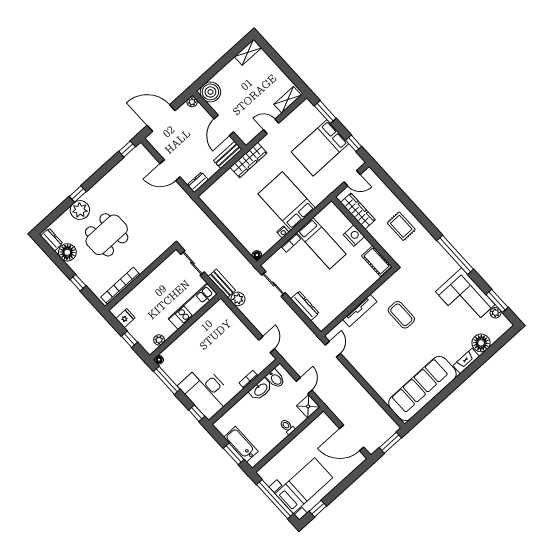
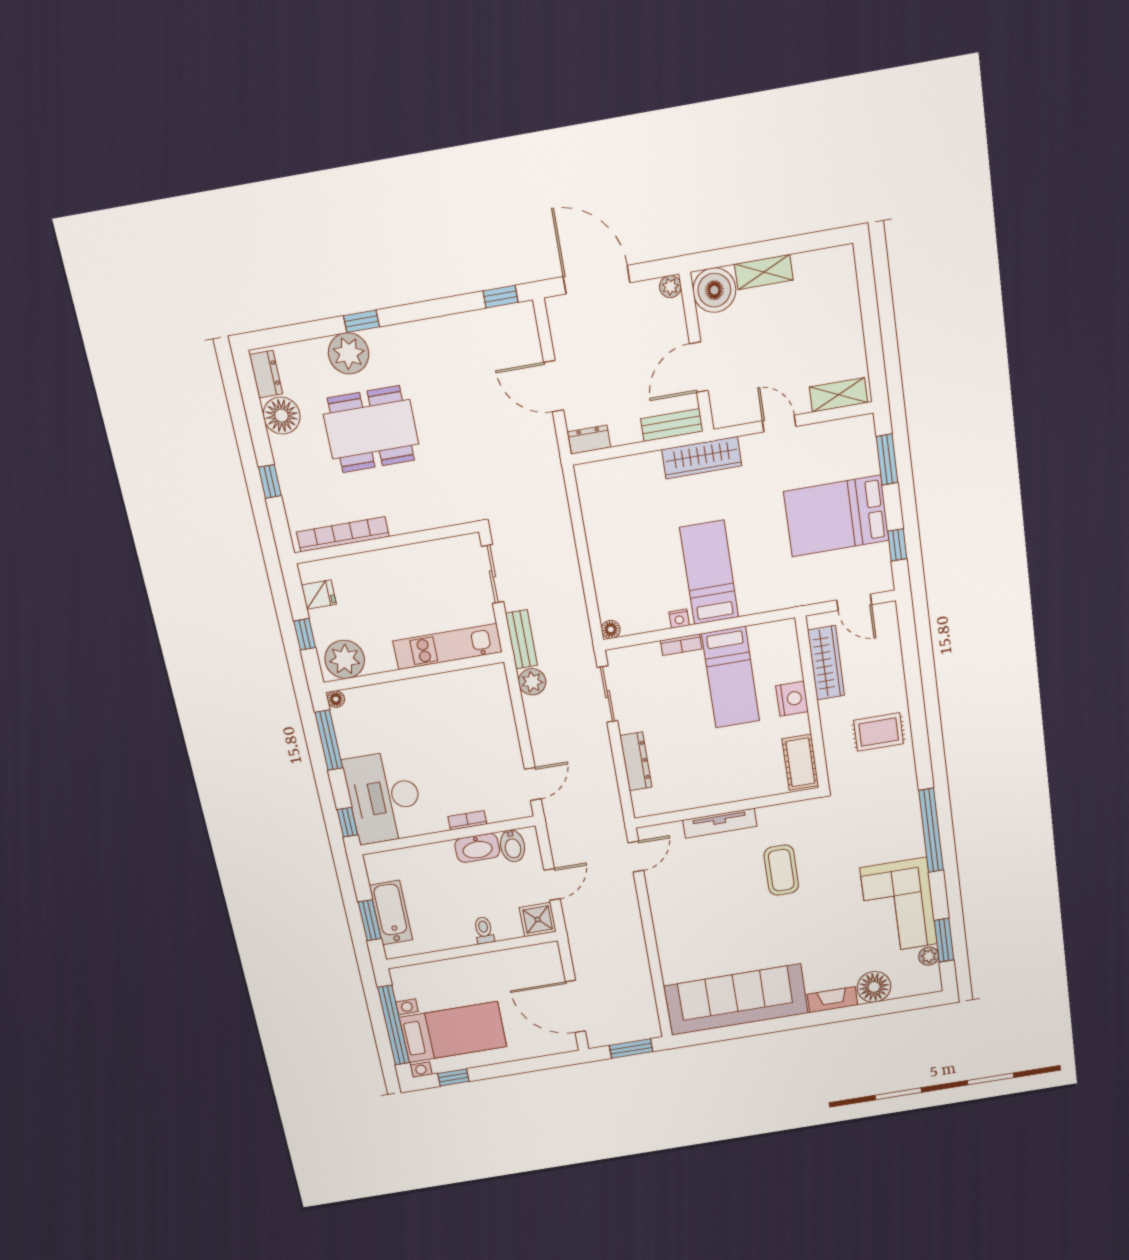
shelving: (248, 52) -> (764, 272), moved
bed: (287, 201) -> (709, 572), width x0.67
rug: (401, 226) -> (879, 732), turned 90
plant: (159, 340) -> (345, 659), width x1.87, depth x1.87

